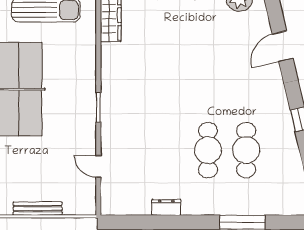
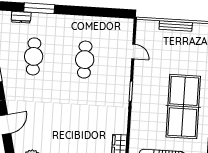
cafe table: (208, 150) -> (85, 60), moved
dresser: (166, 207) -> (21, 17), moved

